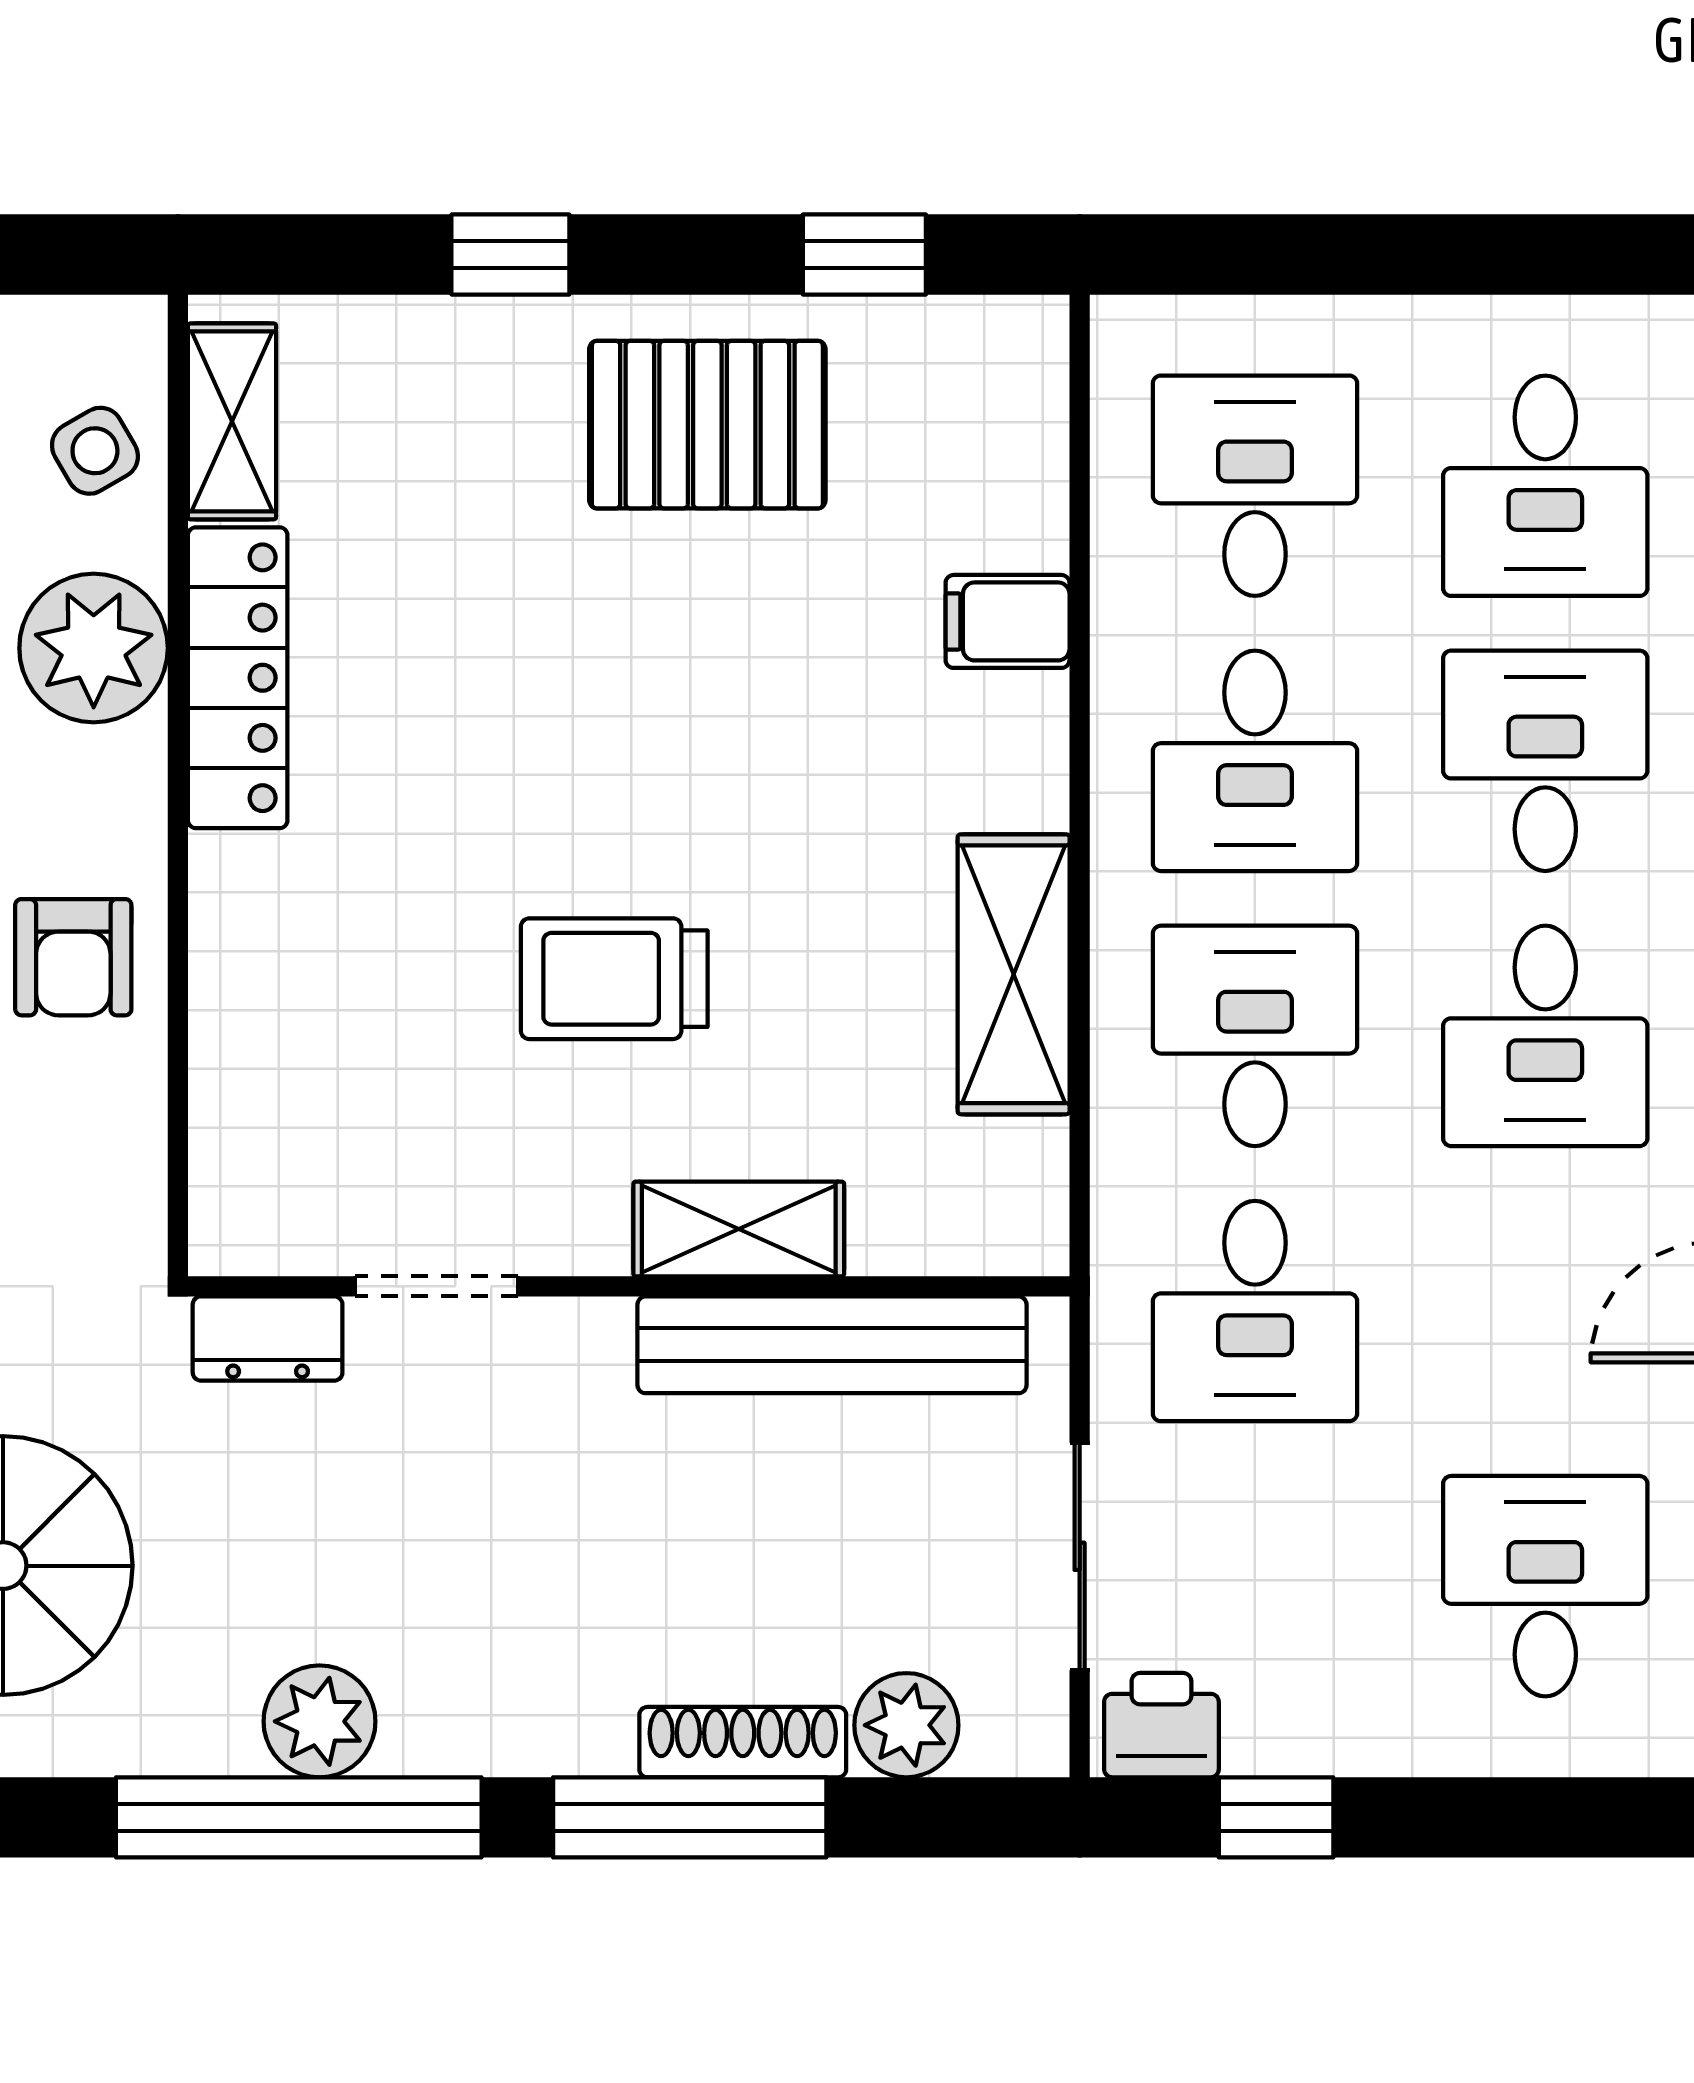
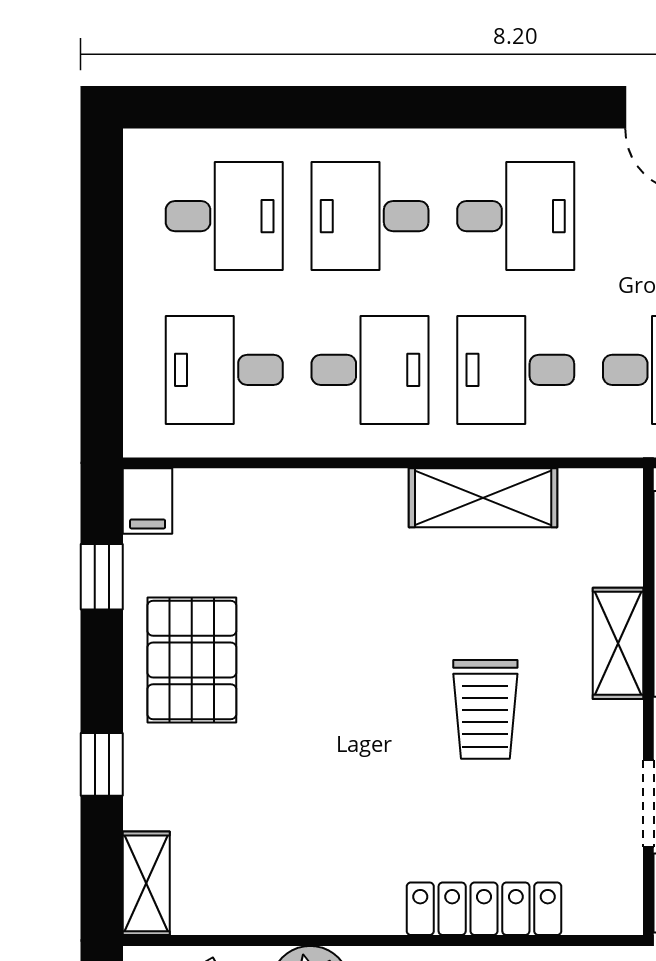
shelving: (232, 421) -> (146, 883), moved, turned 90
filing cabinet: (1008, 621) -> (148, 501), moved
locker: (238, 678) -> (484, 909), moved

